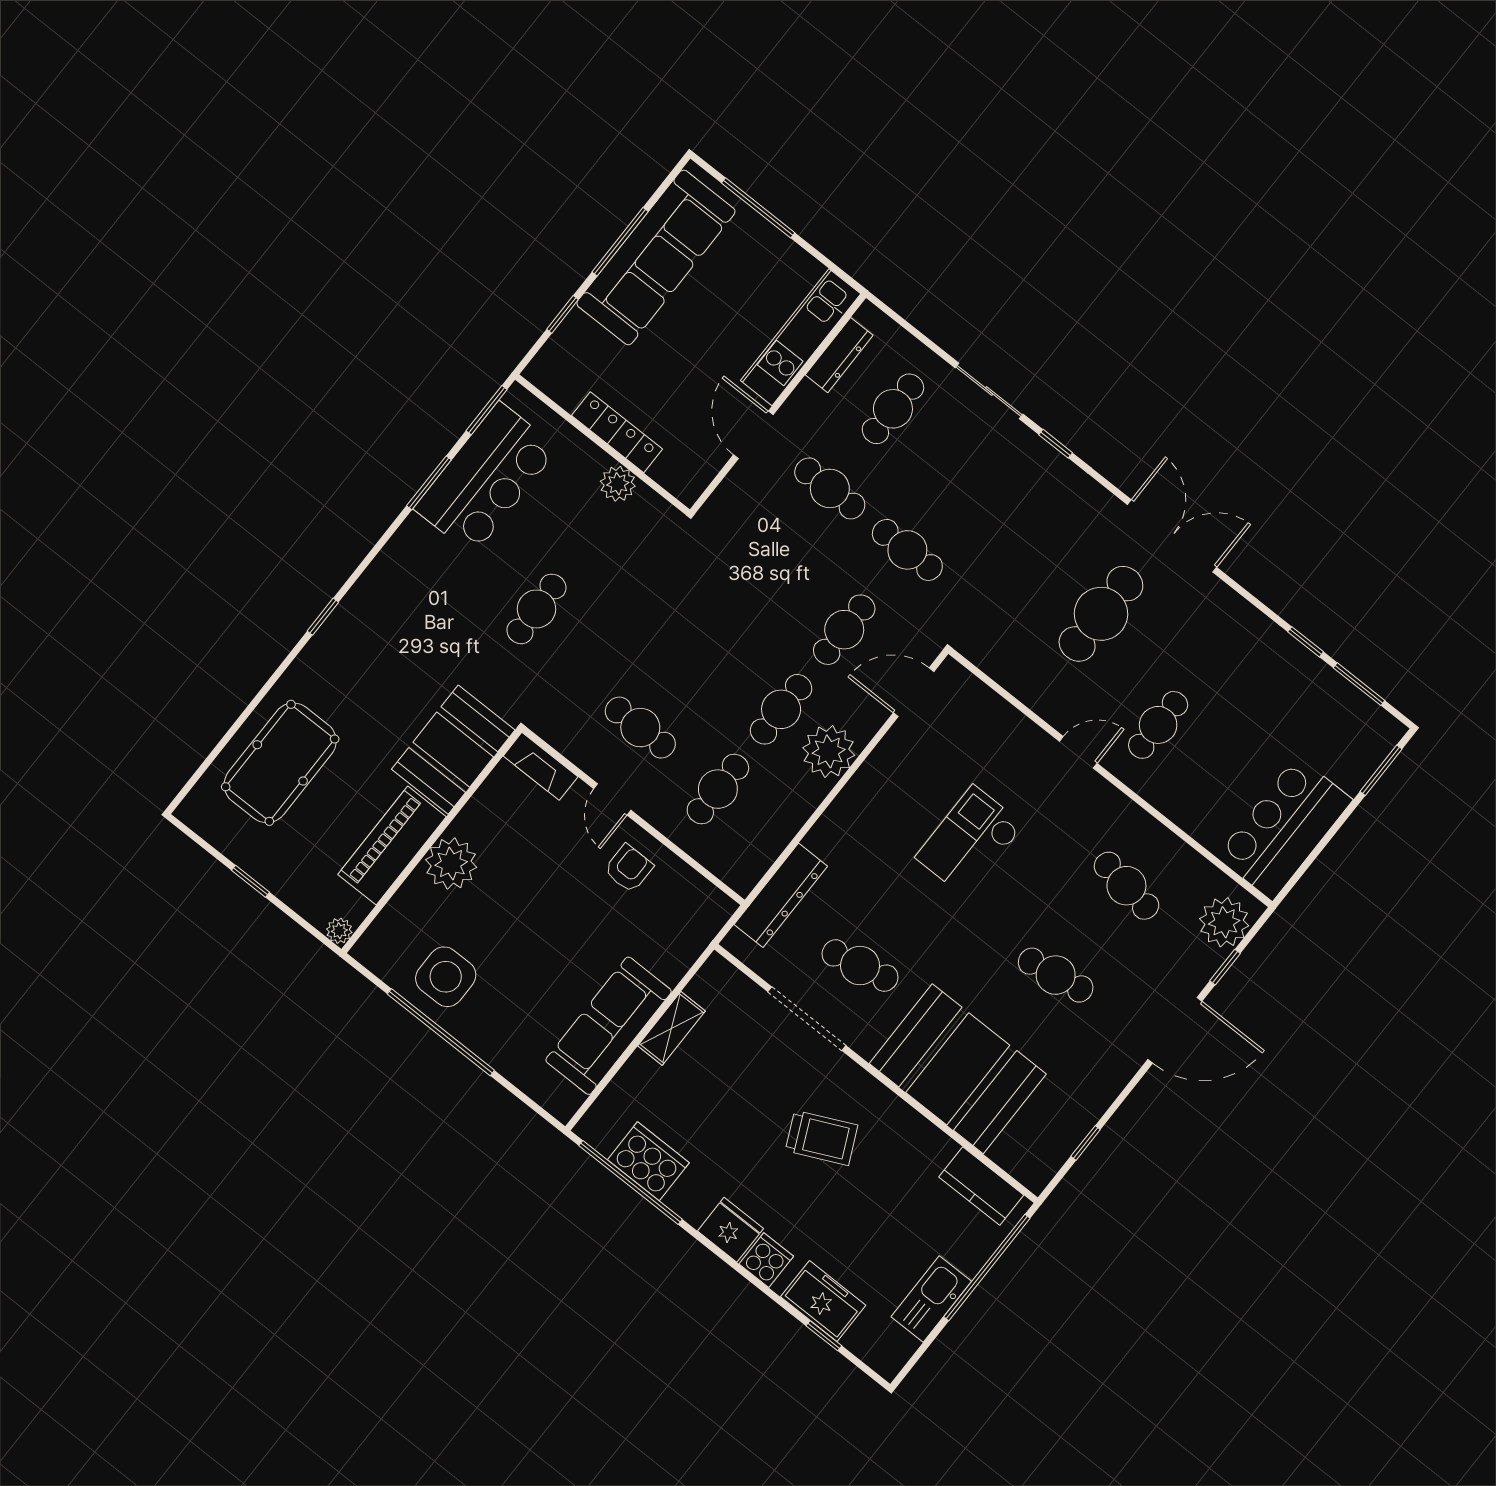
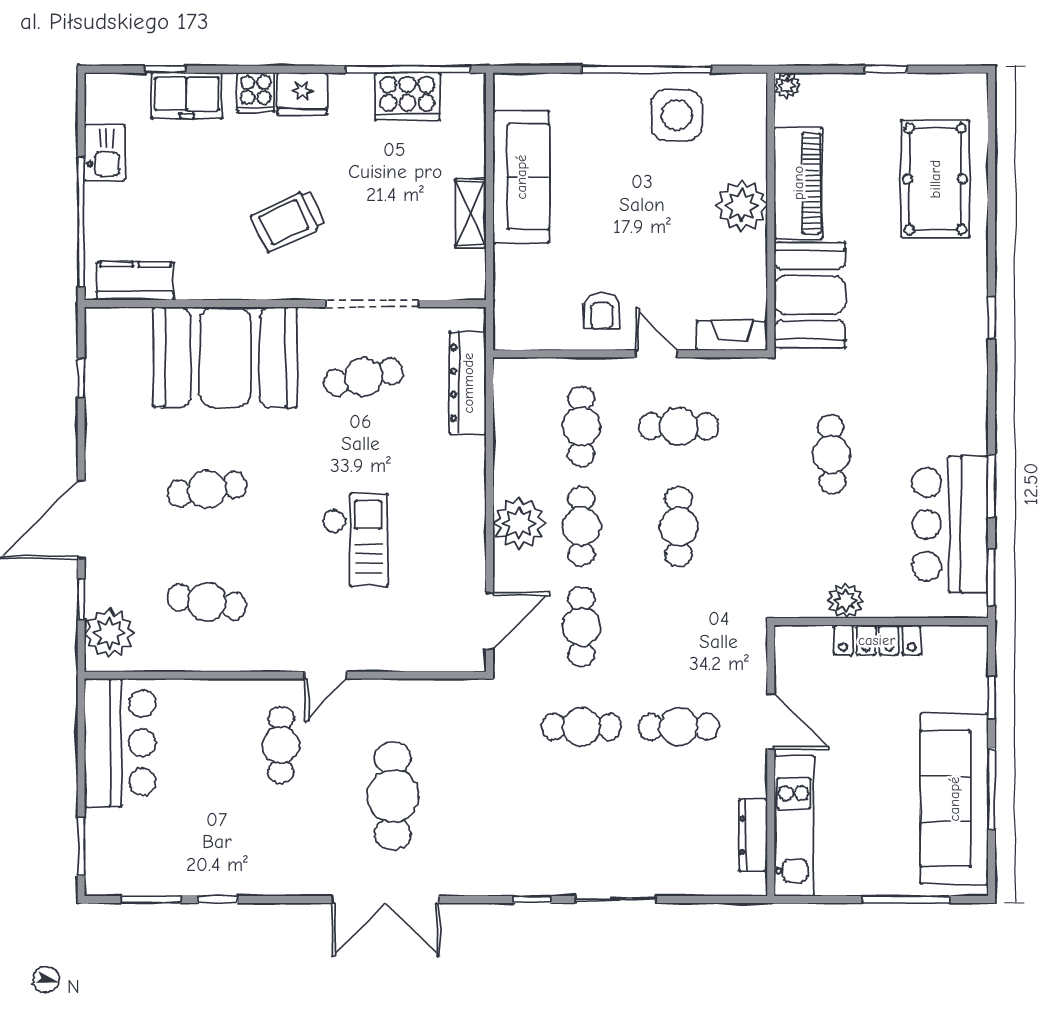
cafe table: (893, 409) -> (679, 526), moved
kitchen sink: (931, 1299) -> (105, 153), width x0.73

